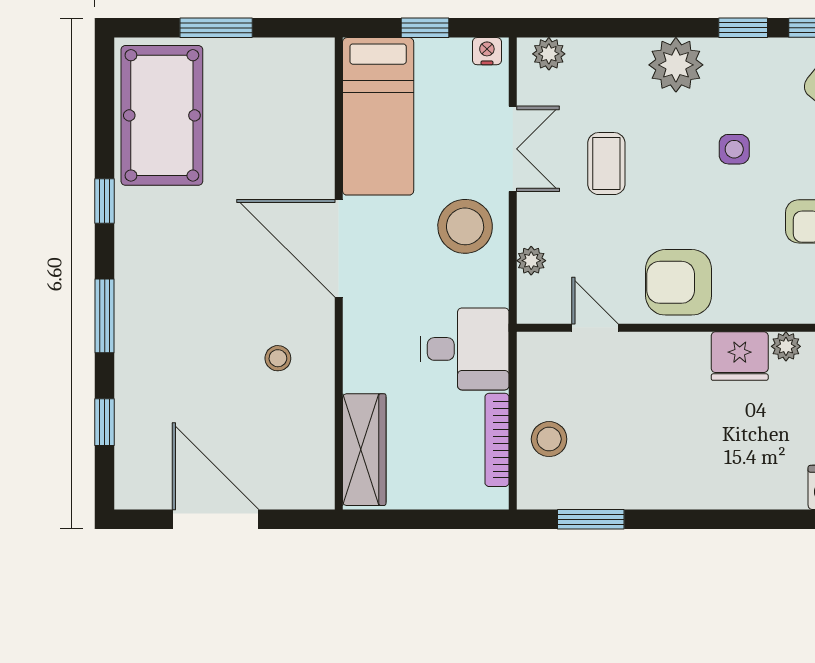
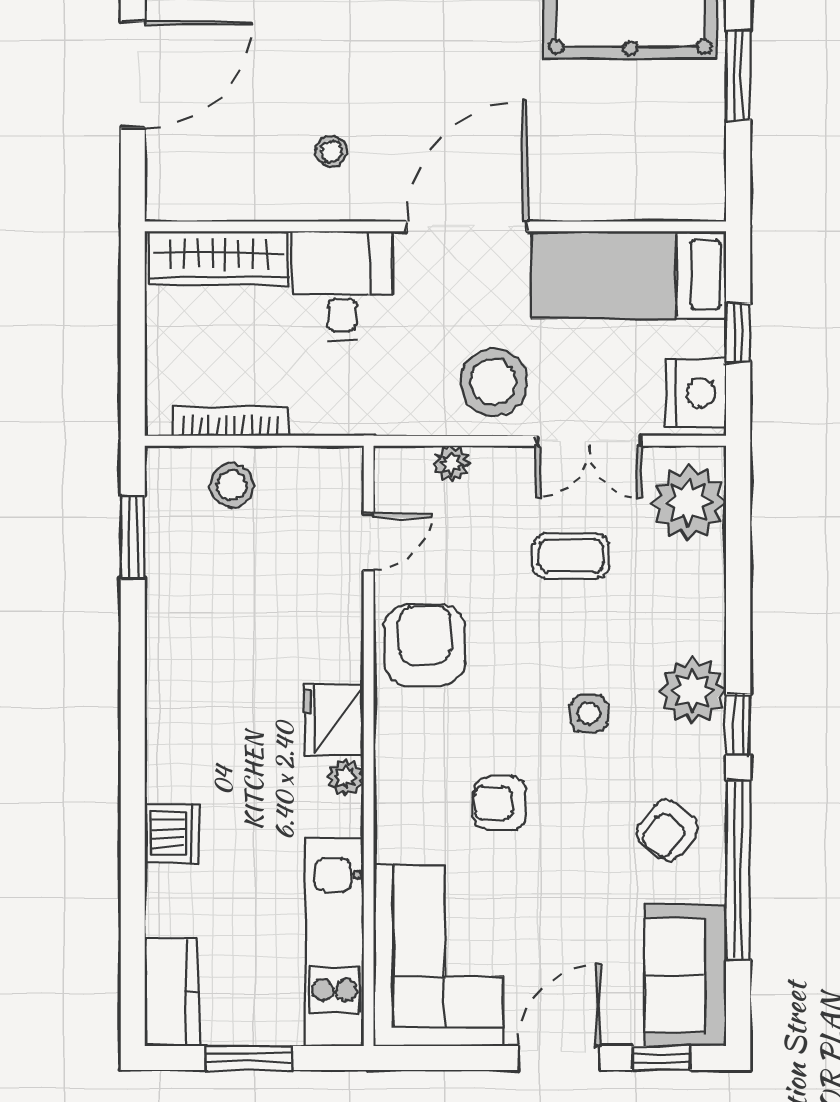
nightstand: (487, 51) -> (696, 393), width x1.89, depth x1.79
plant: (549, 54) -> (688, 503), width x1.87, depth x1.87
plant: (676, 65) -> (693, 691), moved
desk: (465, 349) -> (342, 286), moved, turned 180

